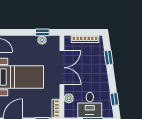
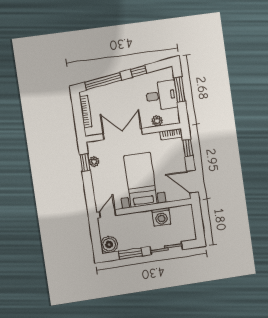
window: (108, 58) -> (103, 81), width x2.17
window: (114, 99) -> (139, 71), moved

